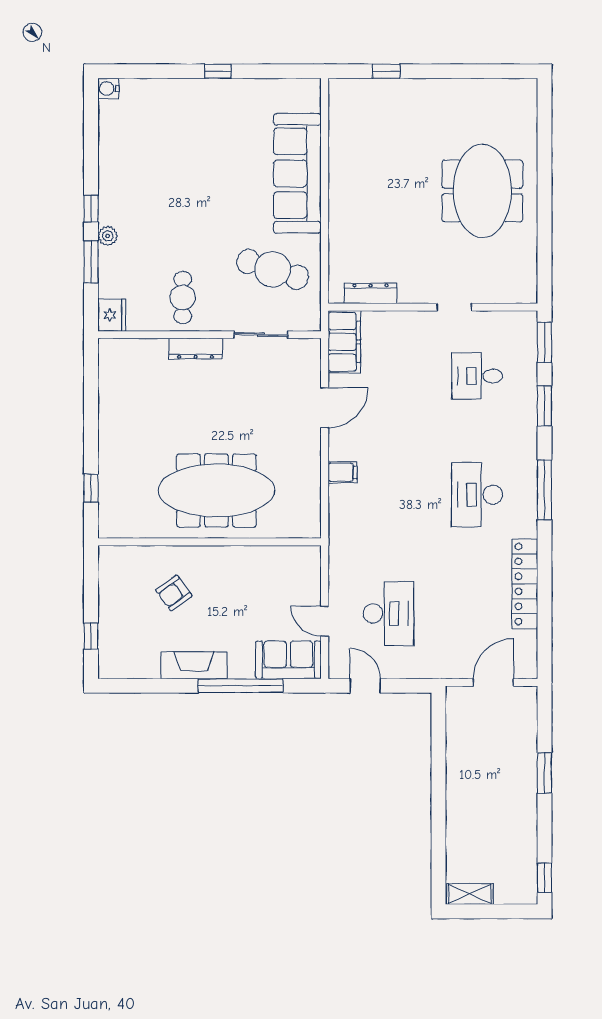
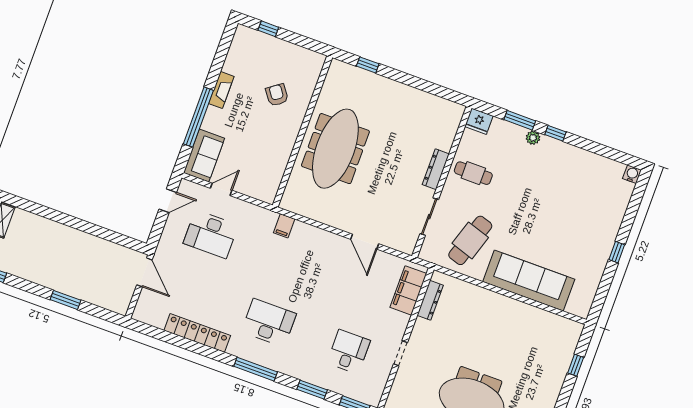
filing cabinet: (344, 342) -> (408, 290), moved, turned 90
filing cabinet: (343, 472) -> (284, 226), moved
fireplace: (194, 665) -> (221, 90), width x0.73, depth x0.76
door: (493, 682) -> (144, 272), moved

